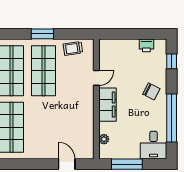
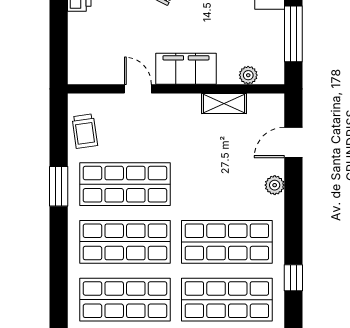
shelving: (88, 126) -> (224, 103), added
plant: (43, 154) -> (275, 185), added

